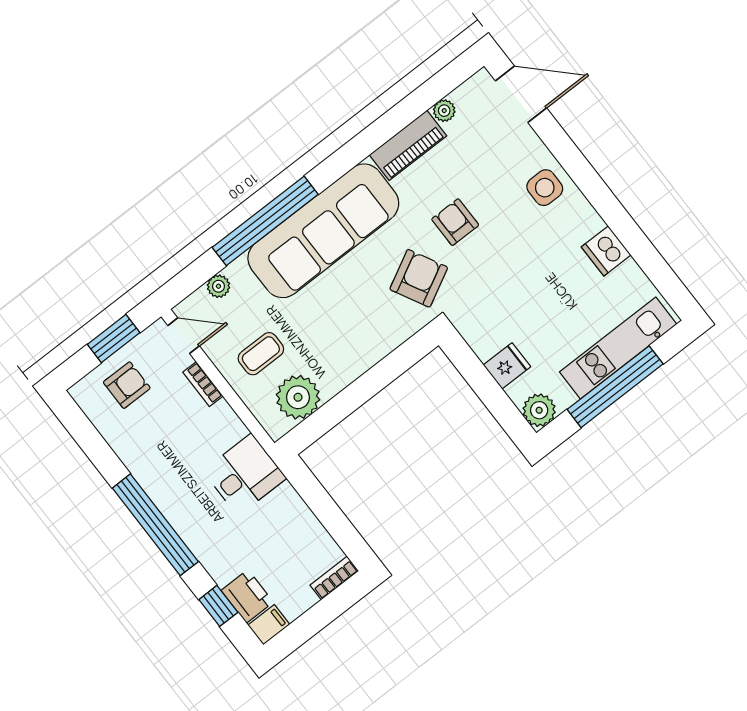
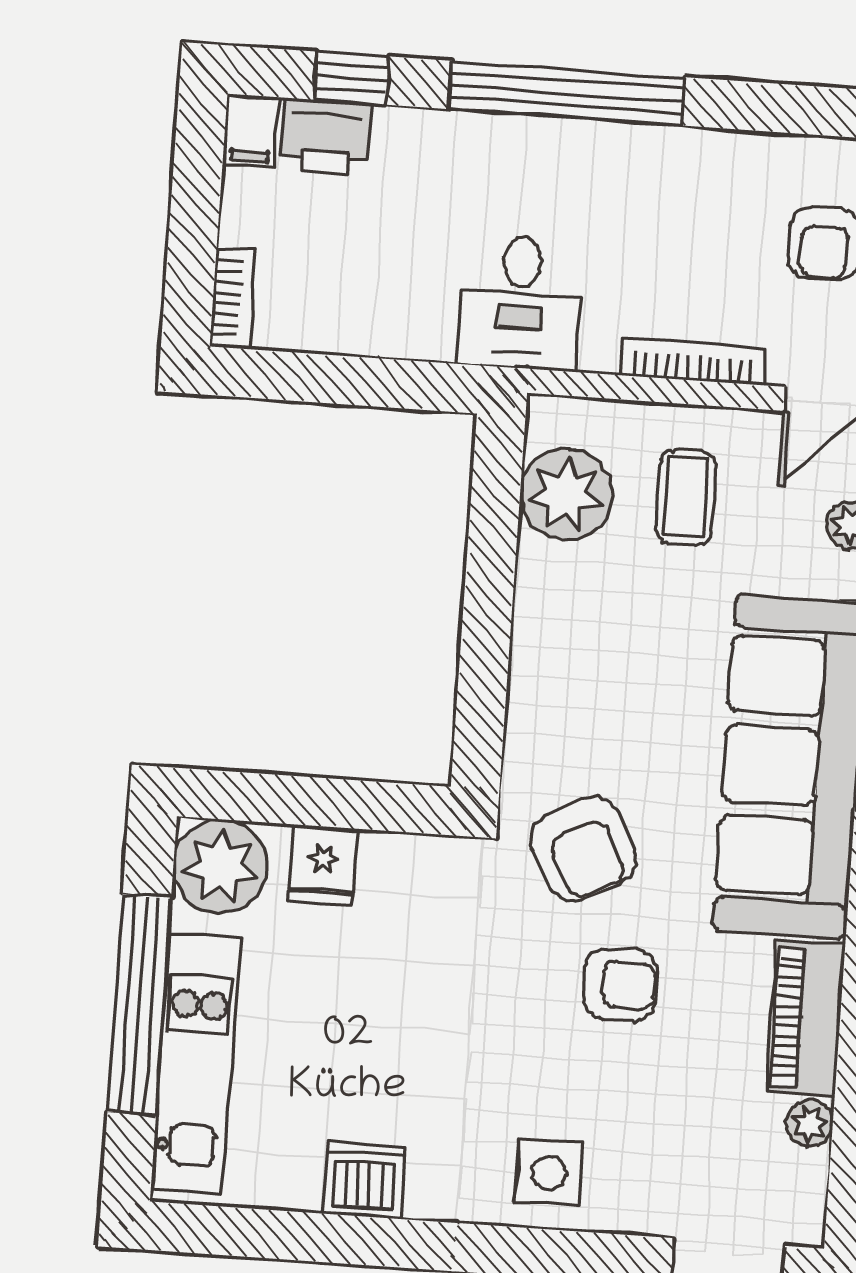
bookcase: (203, 384) -> (694, 362), width x1.56
plant: (539, 410) -> (220, 866), width x1.36, depth x1.36

